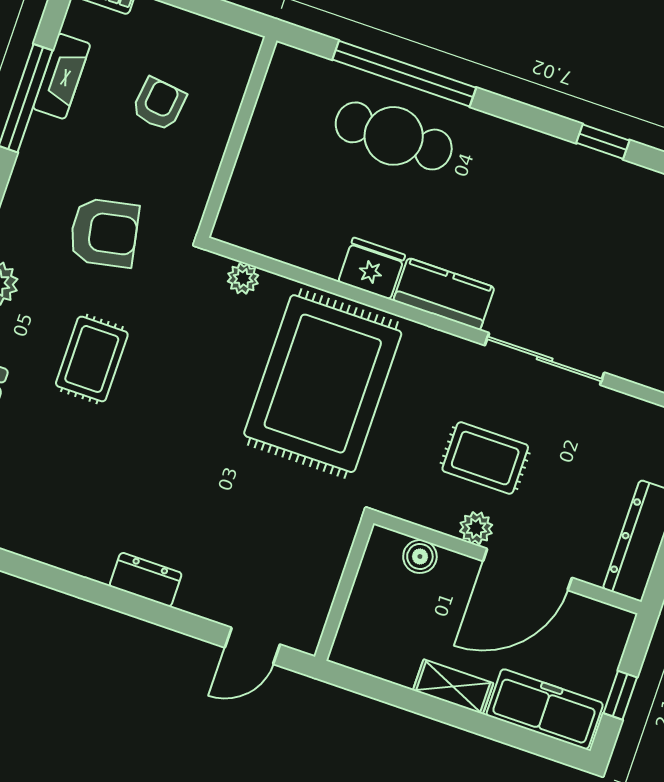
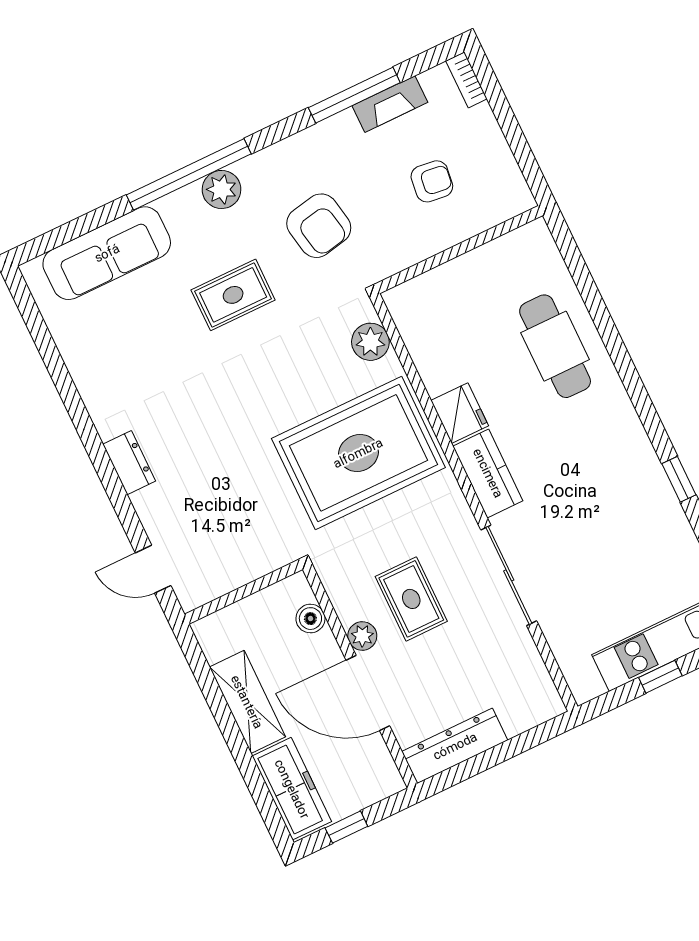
window: (404, 74) -> (600, 315), removed
plant: (243, 278) -> (370, 342), width x1.38, depth x1.38
shelving: (453, 687) -> (247, 702), width x1.50, depth x1.33

